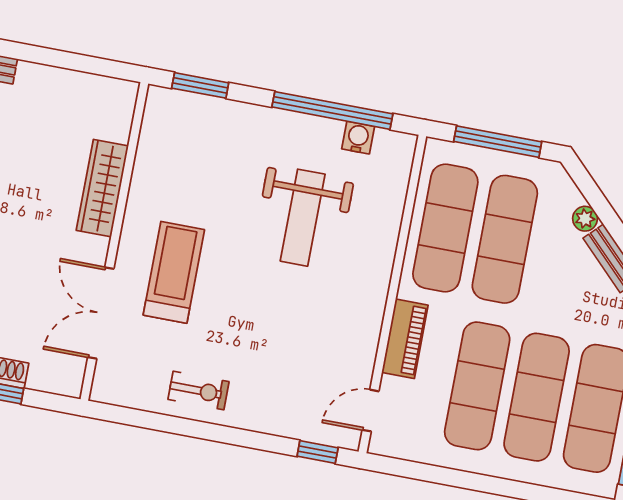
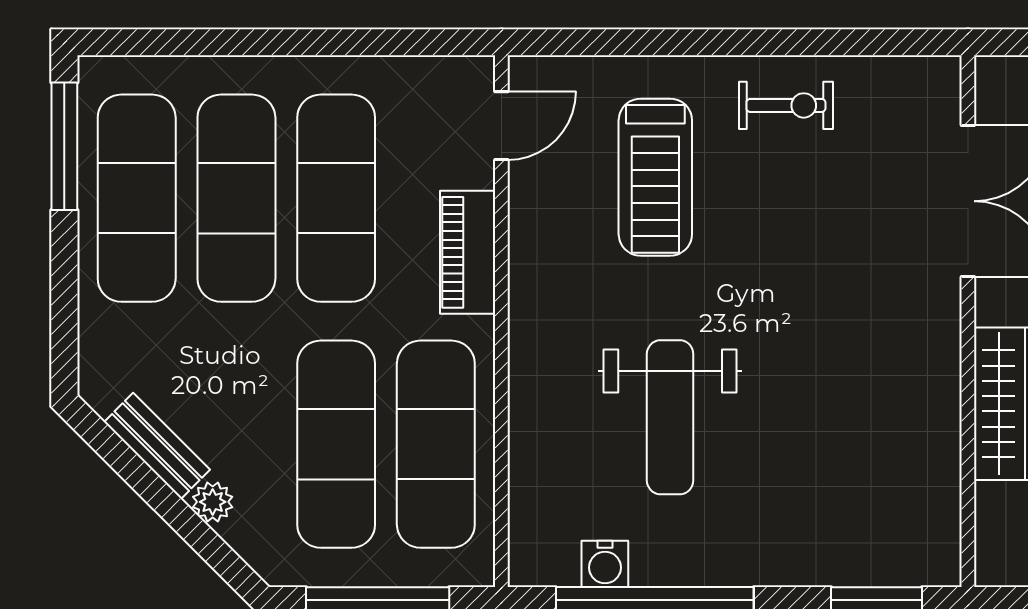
weight bench: (303, 218) -> (670, 417), turned 180
treadmill: (174, 272) -> (655, 177), moved
exercise bike: (198, 391) -> (786, 105), turned 180
window: (318, 452) -> (574, 42), removed

